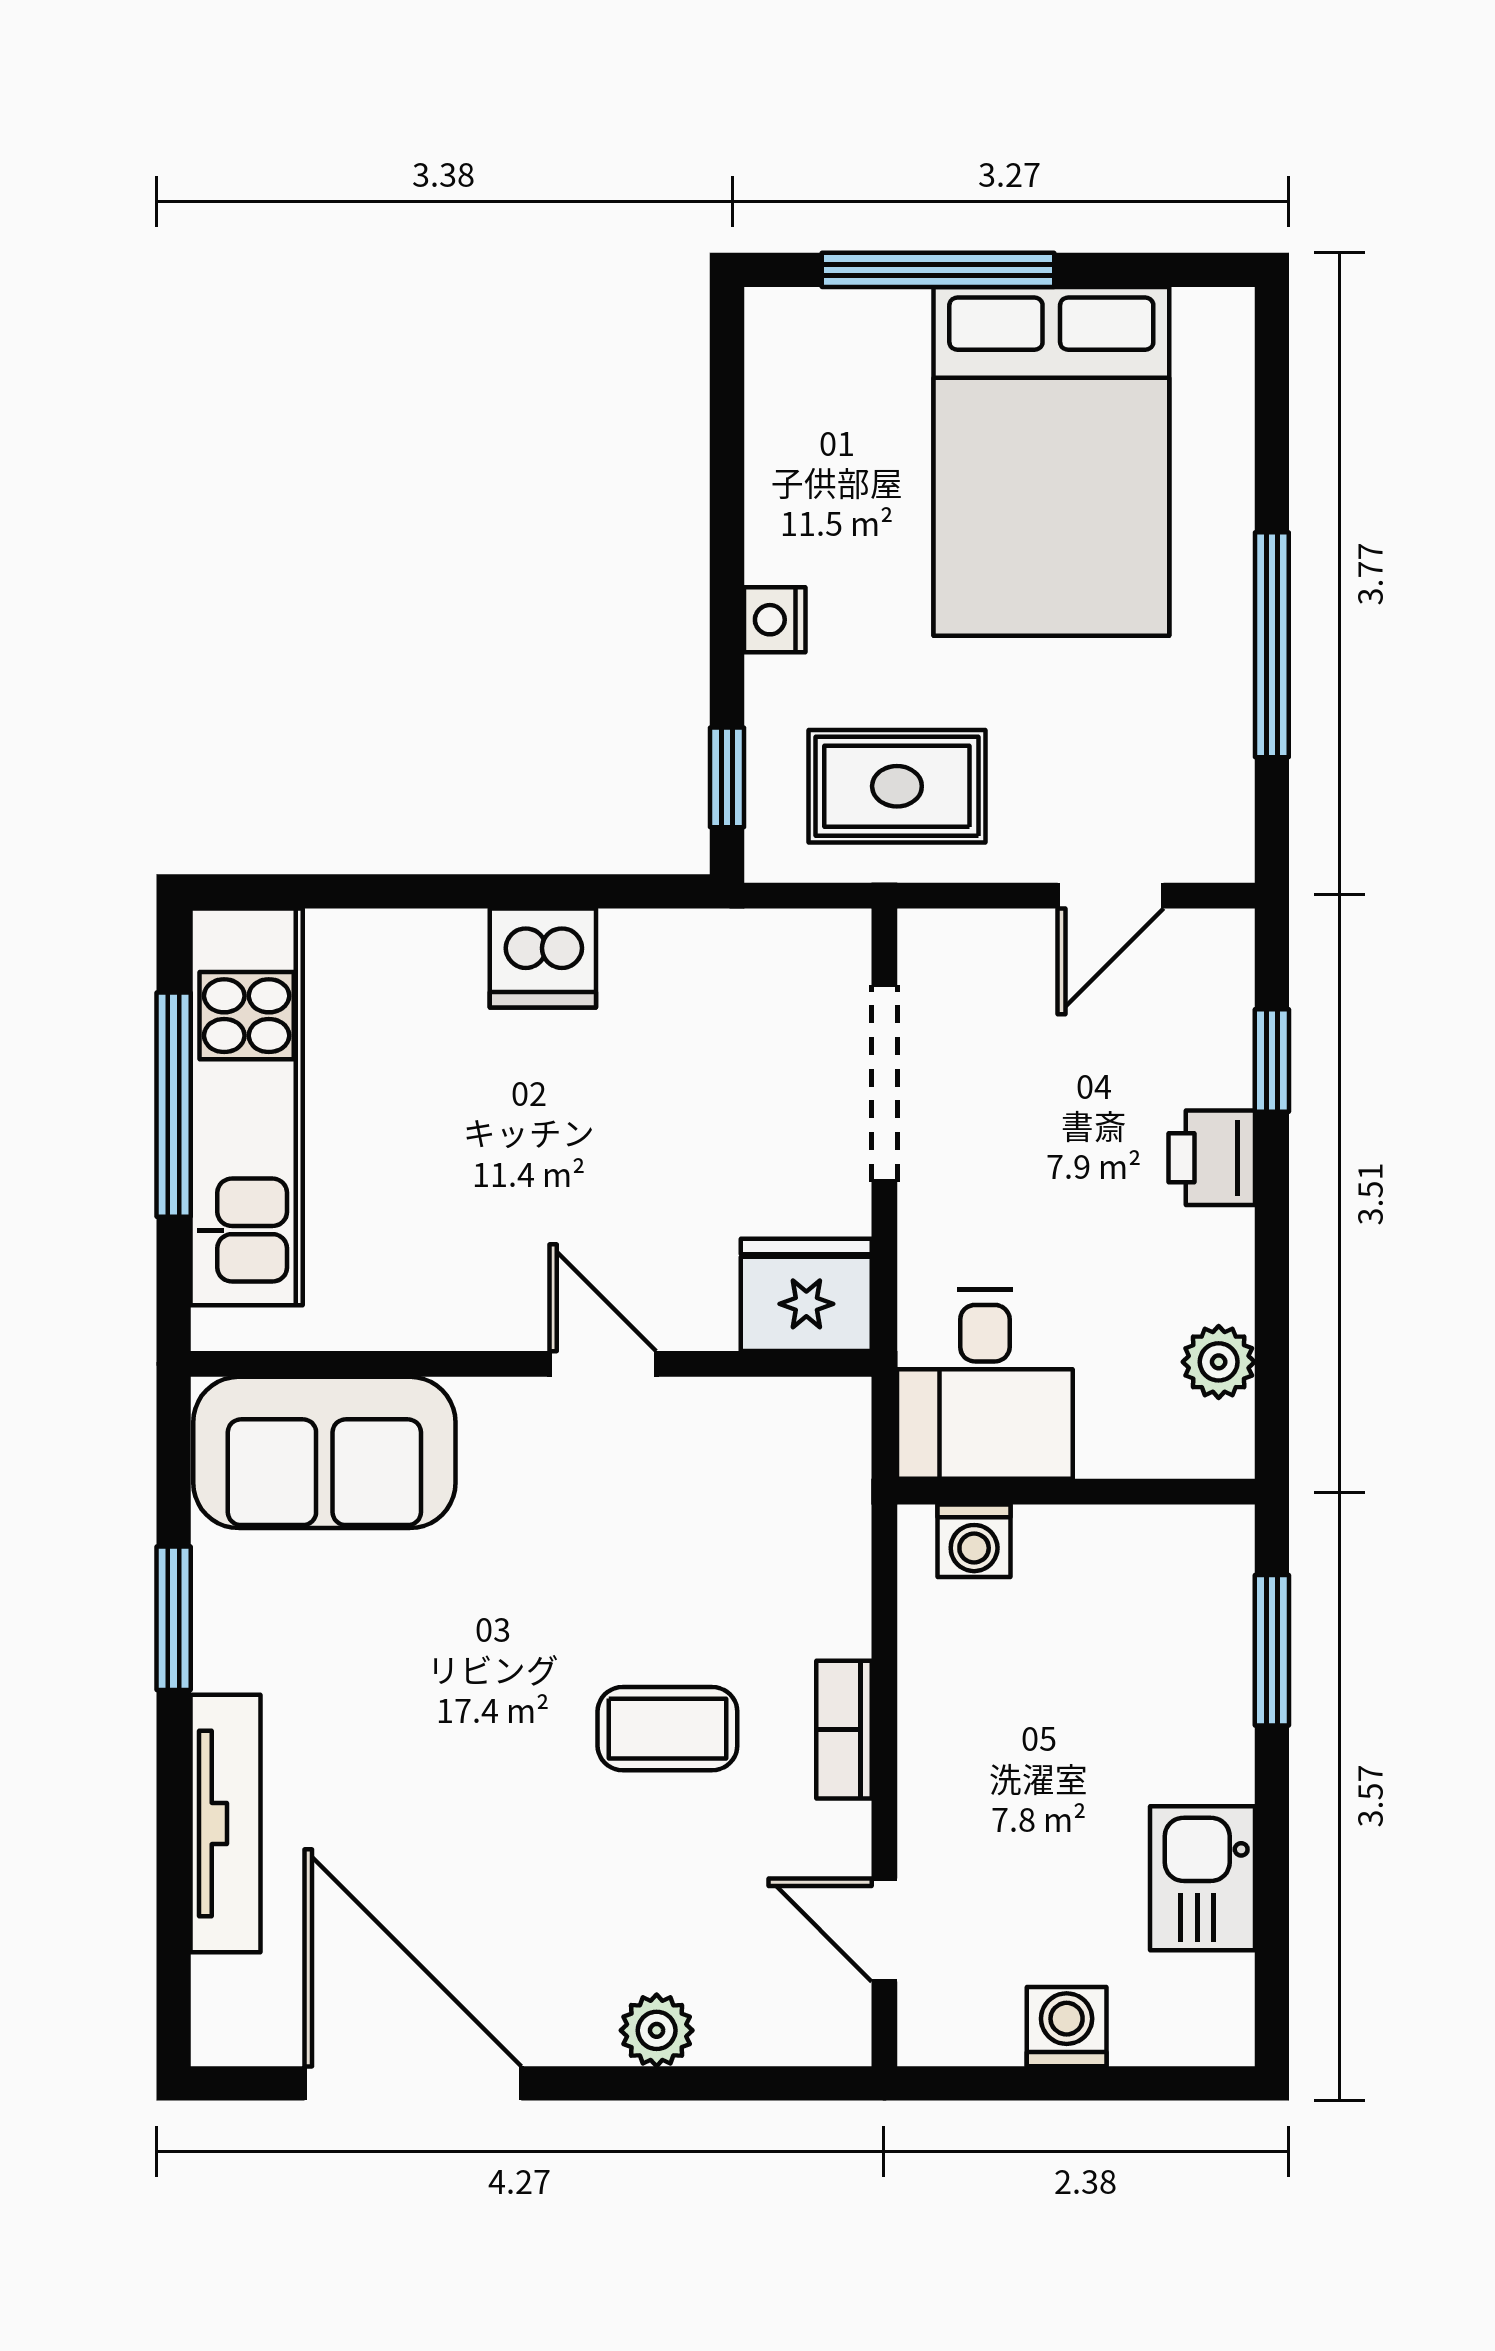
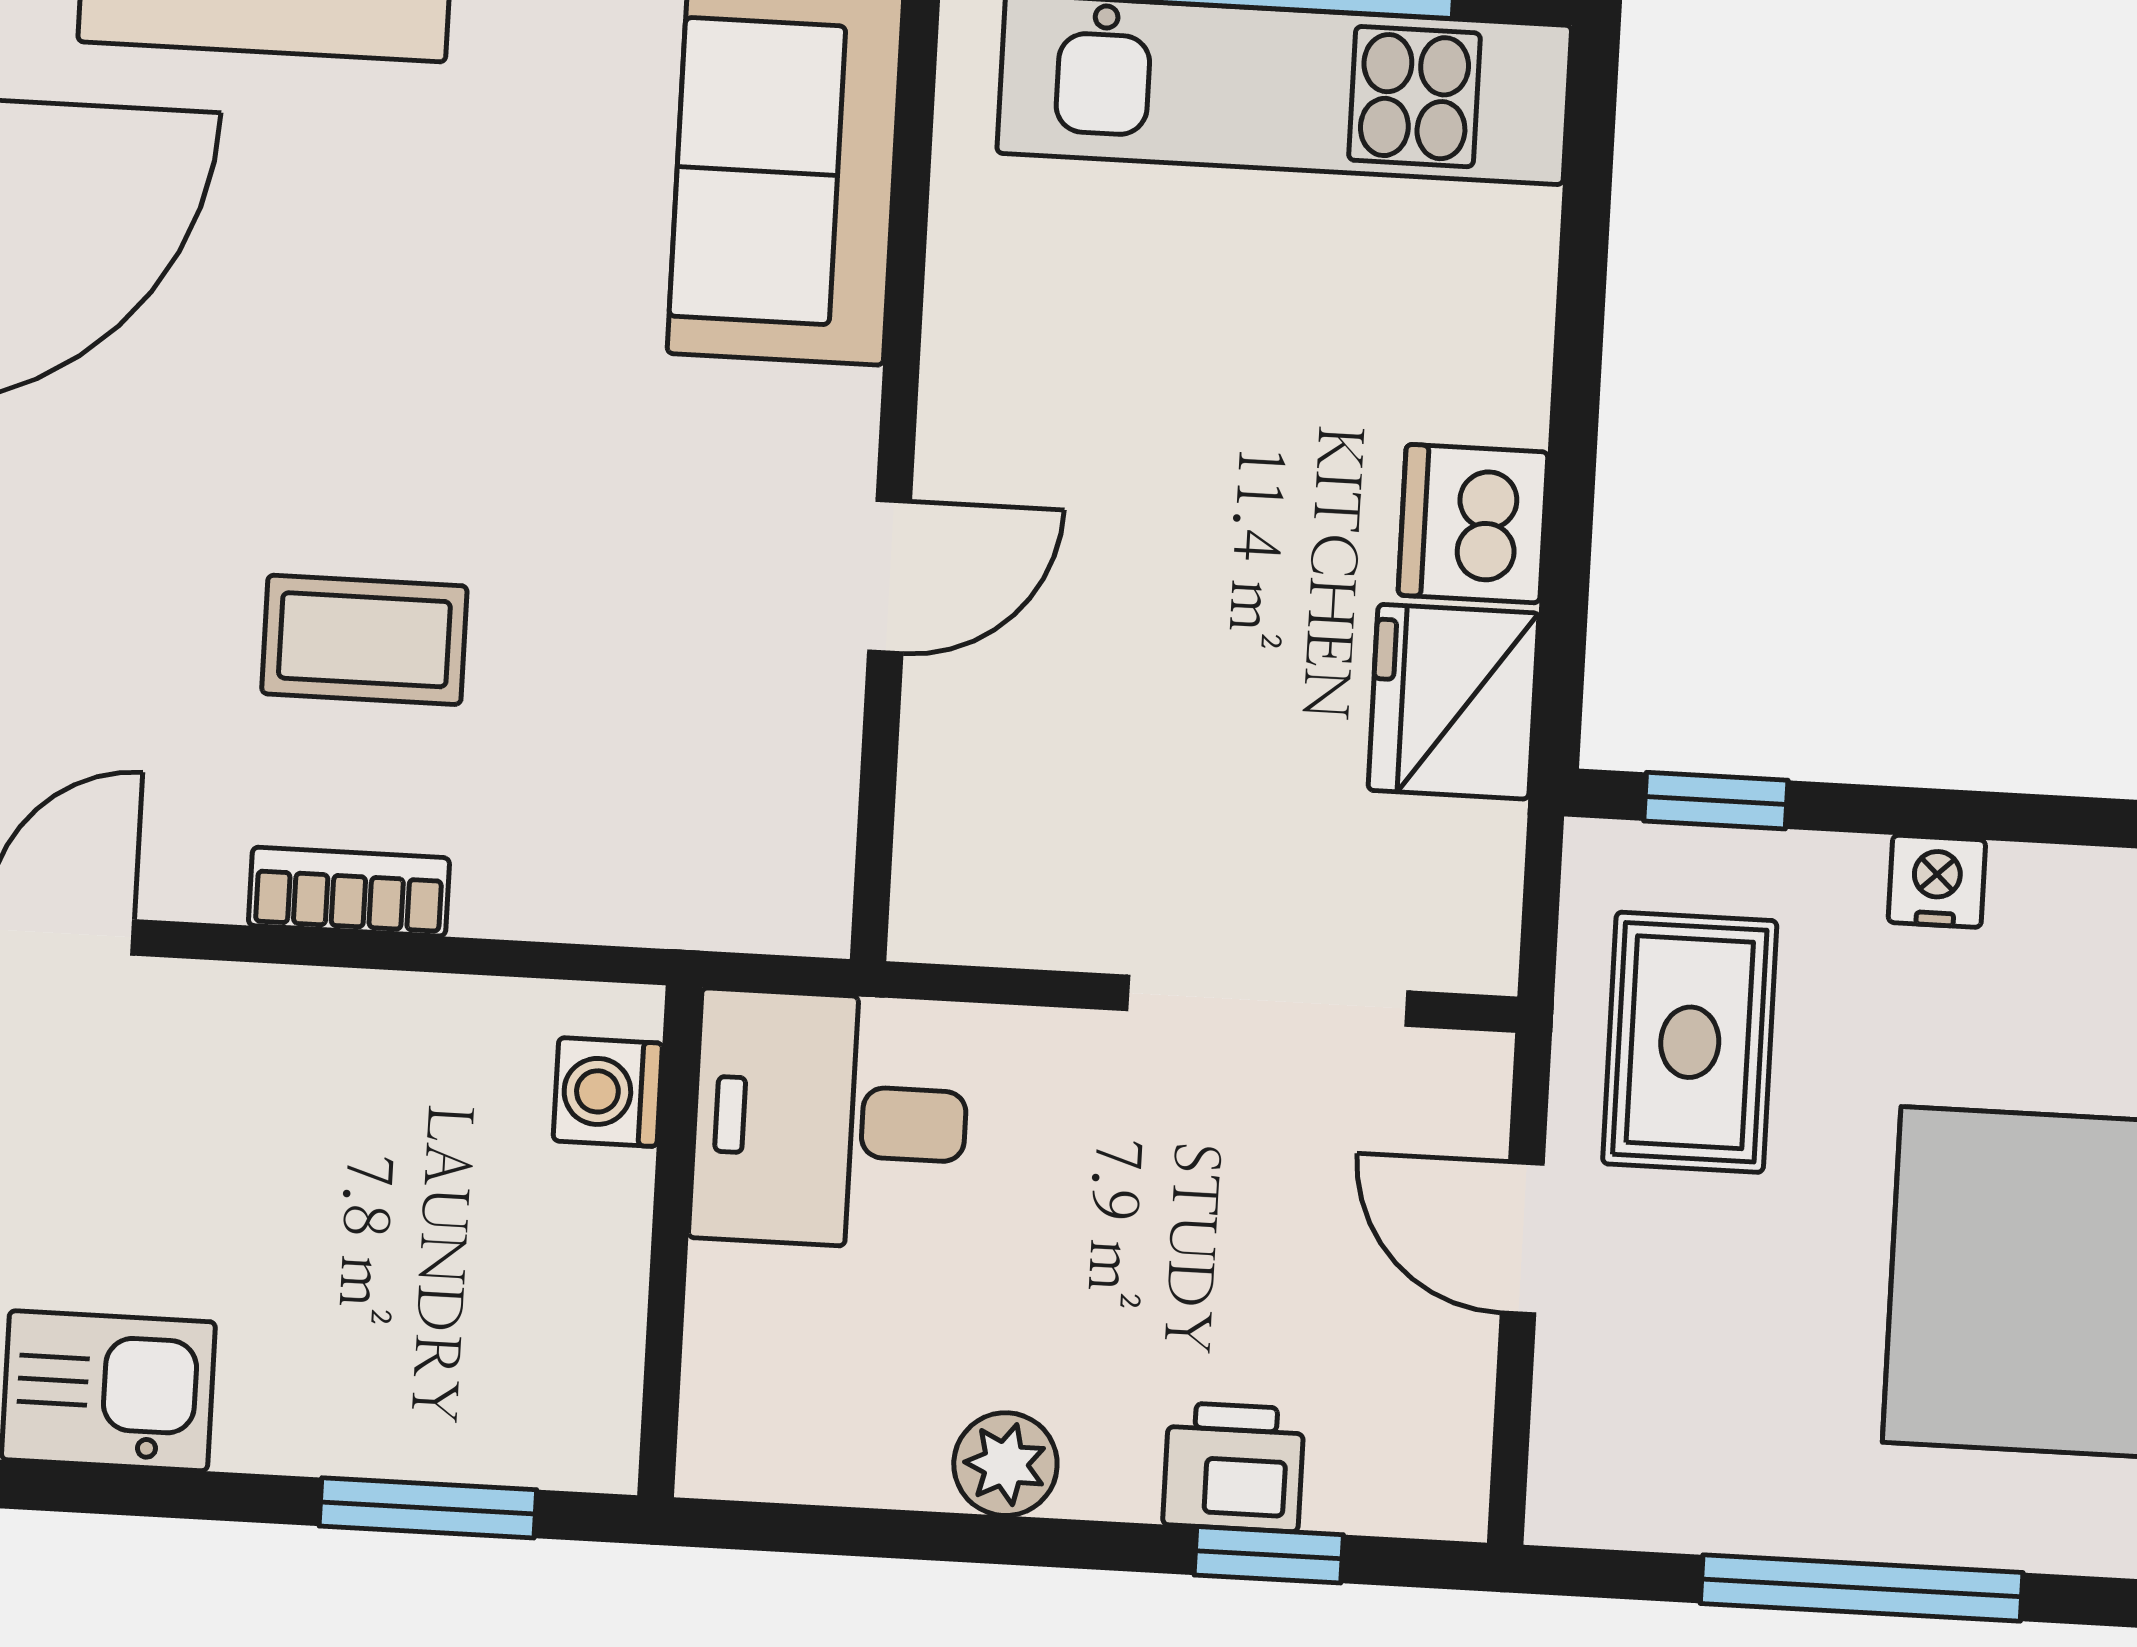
door: (1111, 896) -> (1522, 1238), moved
printer: (1212, 1158) -> (1234, 1467), moved
fridge: (806, 1295) -> (1453, 702), moved, turned 180
plant: (1219, 1362) -> (1005, 1464), moved
coffee table: (667, 1729) -> (364, 640), turned 90

